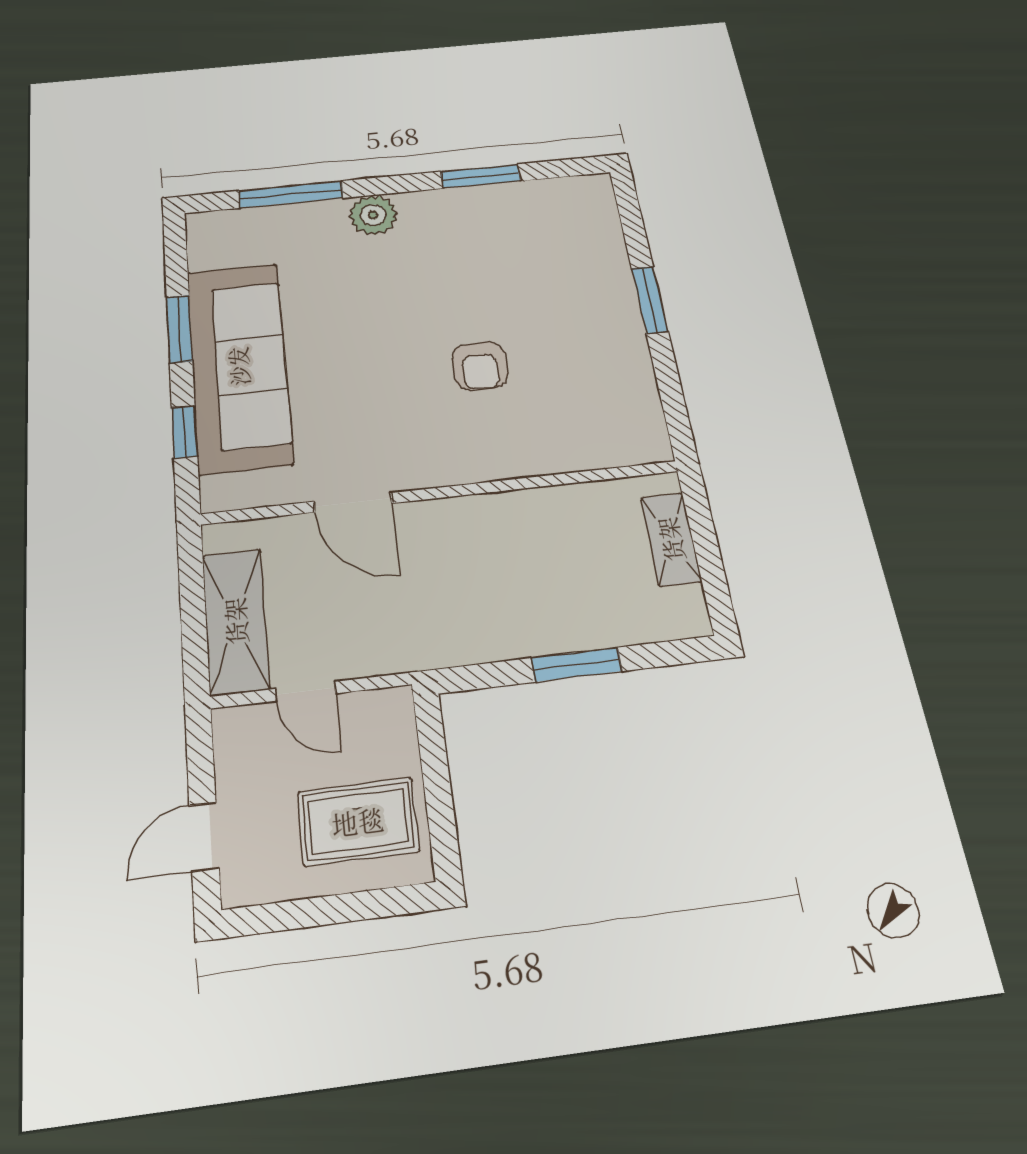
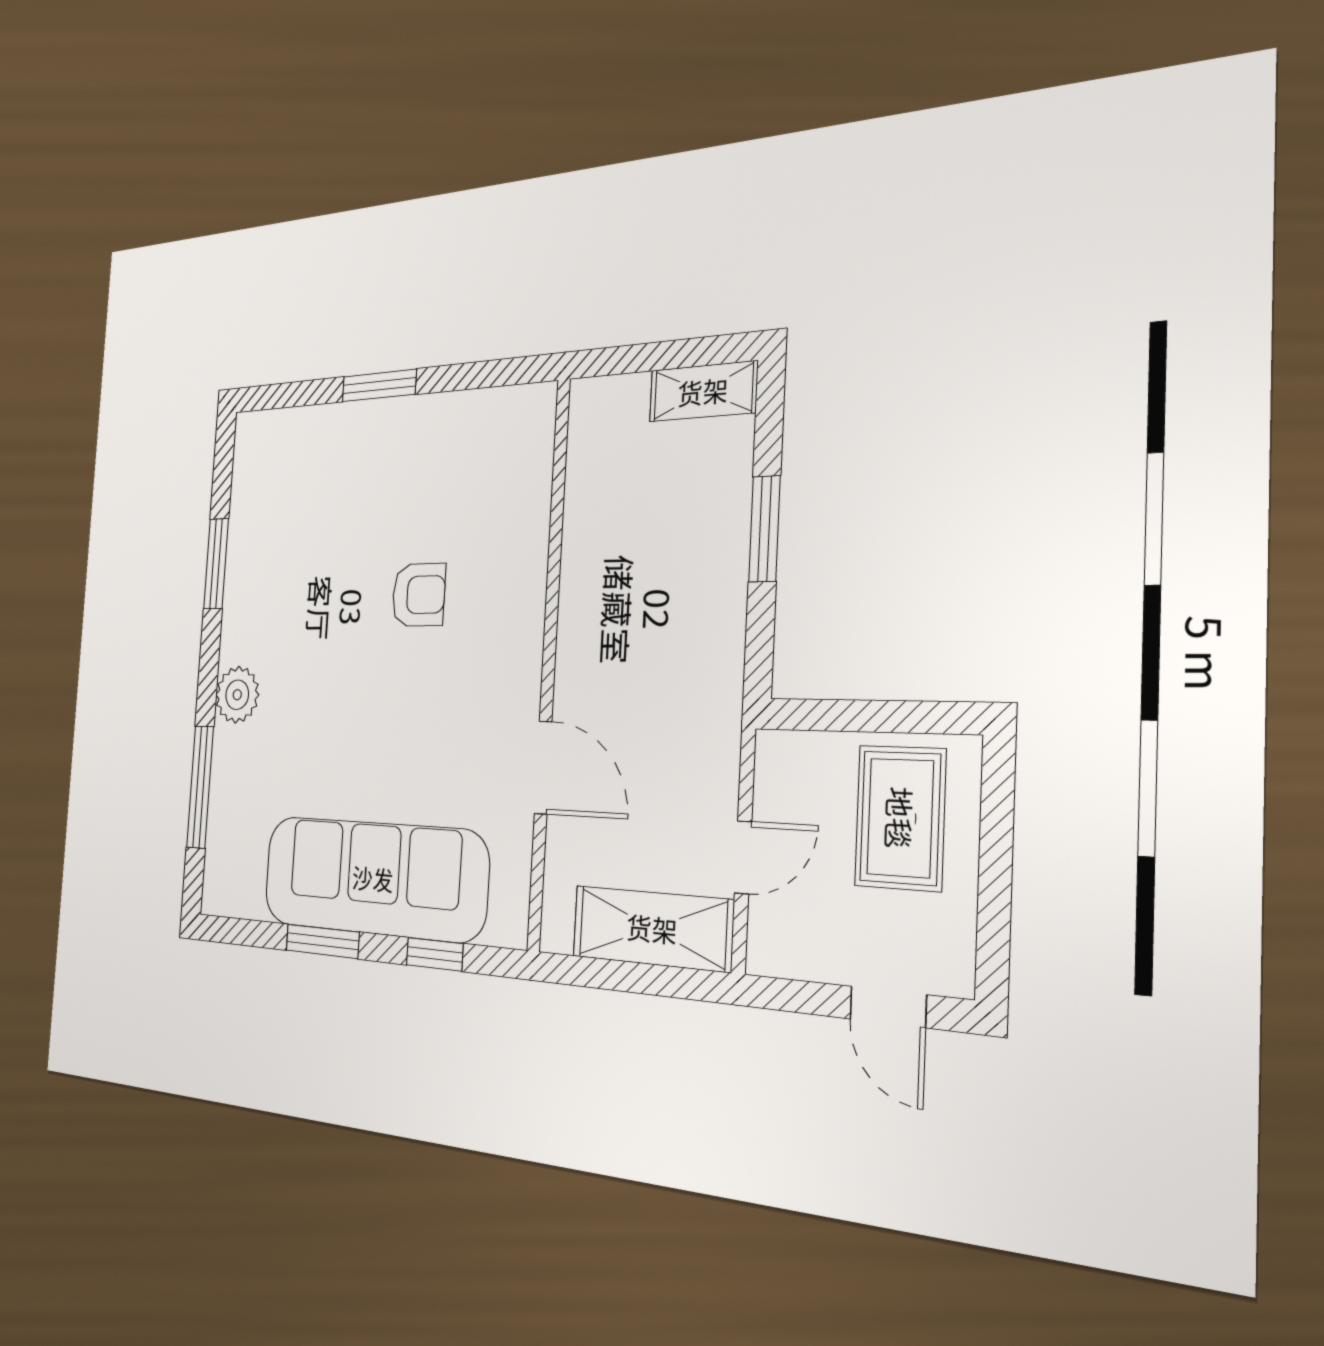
door: (353, 502) -> (543, 768), hinge flipped
shelving: (671, 539) -> (703, 391), moved

